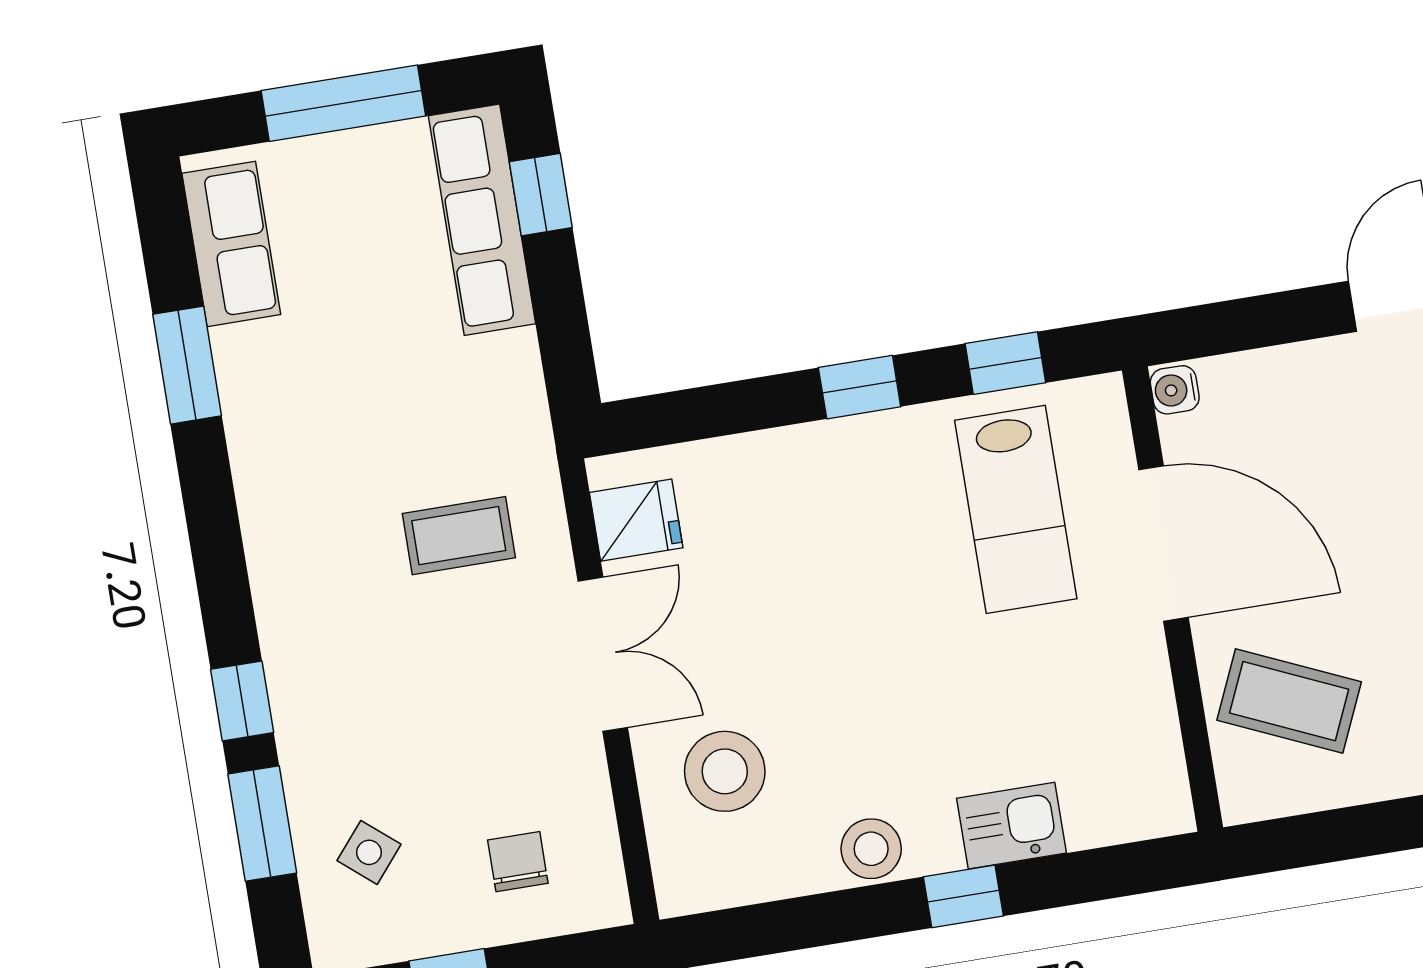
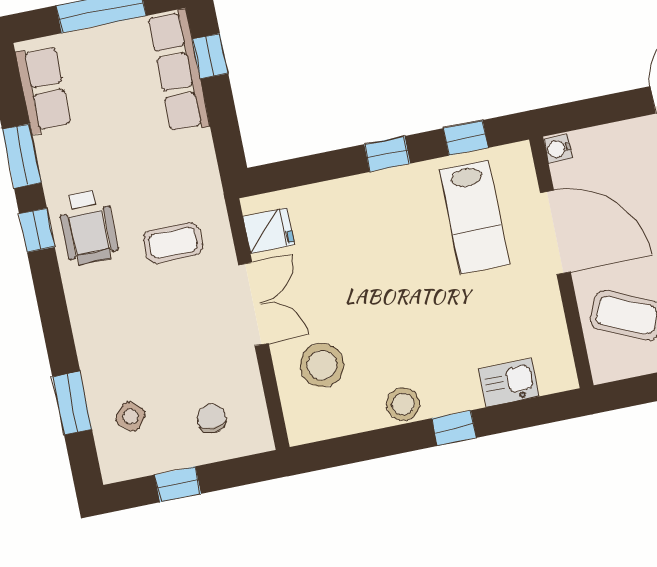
wheelchair: (304, 501) -> (88, 227), added
window: (242, 701) -> (37, 230), moved
kitchen sink: (1011, 826) -> (509, 383), moved

